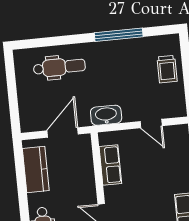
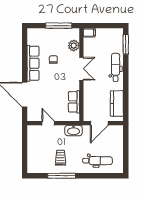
dental chair: (59, 67) -> (97, 161), turned 180
trolley: (167, 69) -> (61, 158), moved

